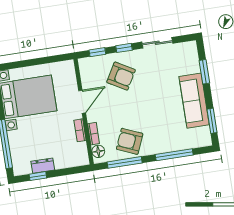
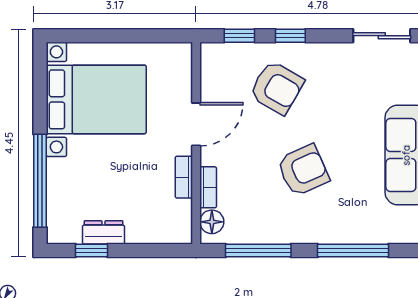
sliding door: (157, 43) -> (382, 36), moved
armchair: (130, 141) -> (303, 170), moved, turned 133

